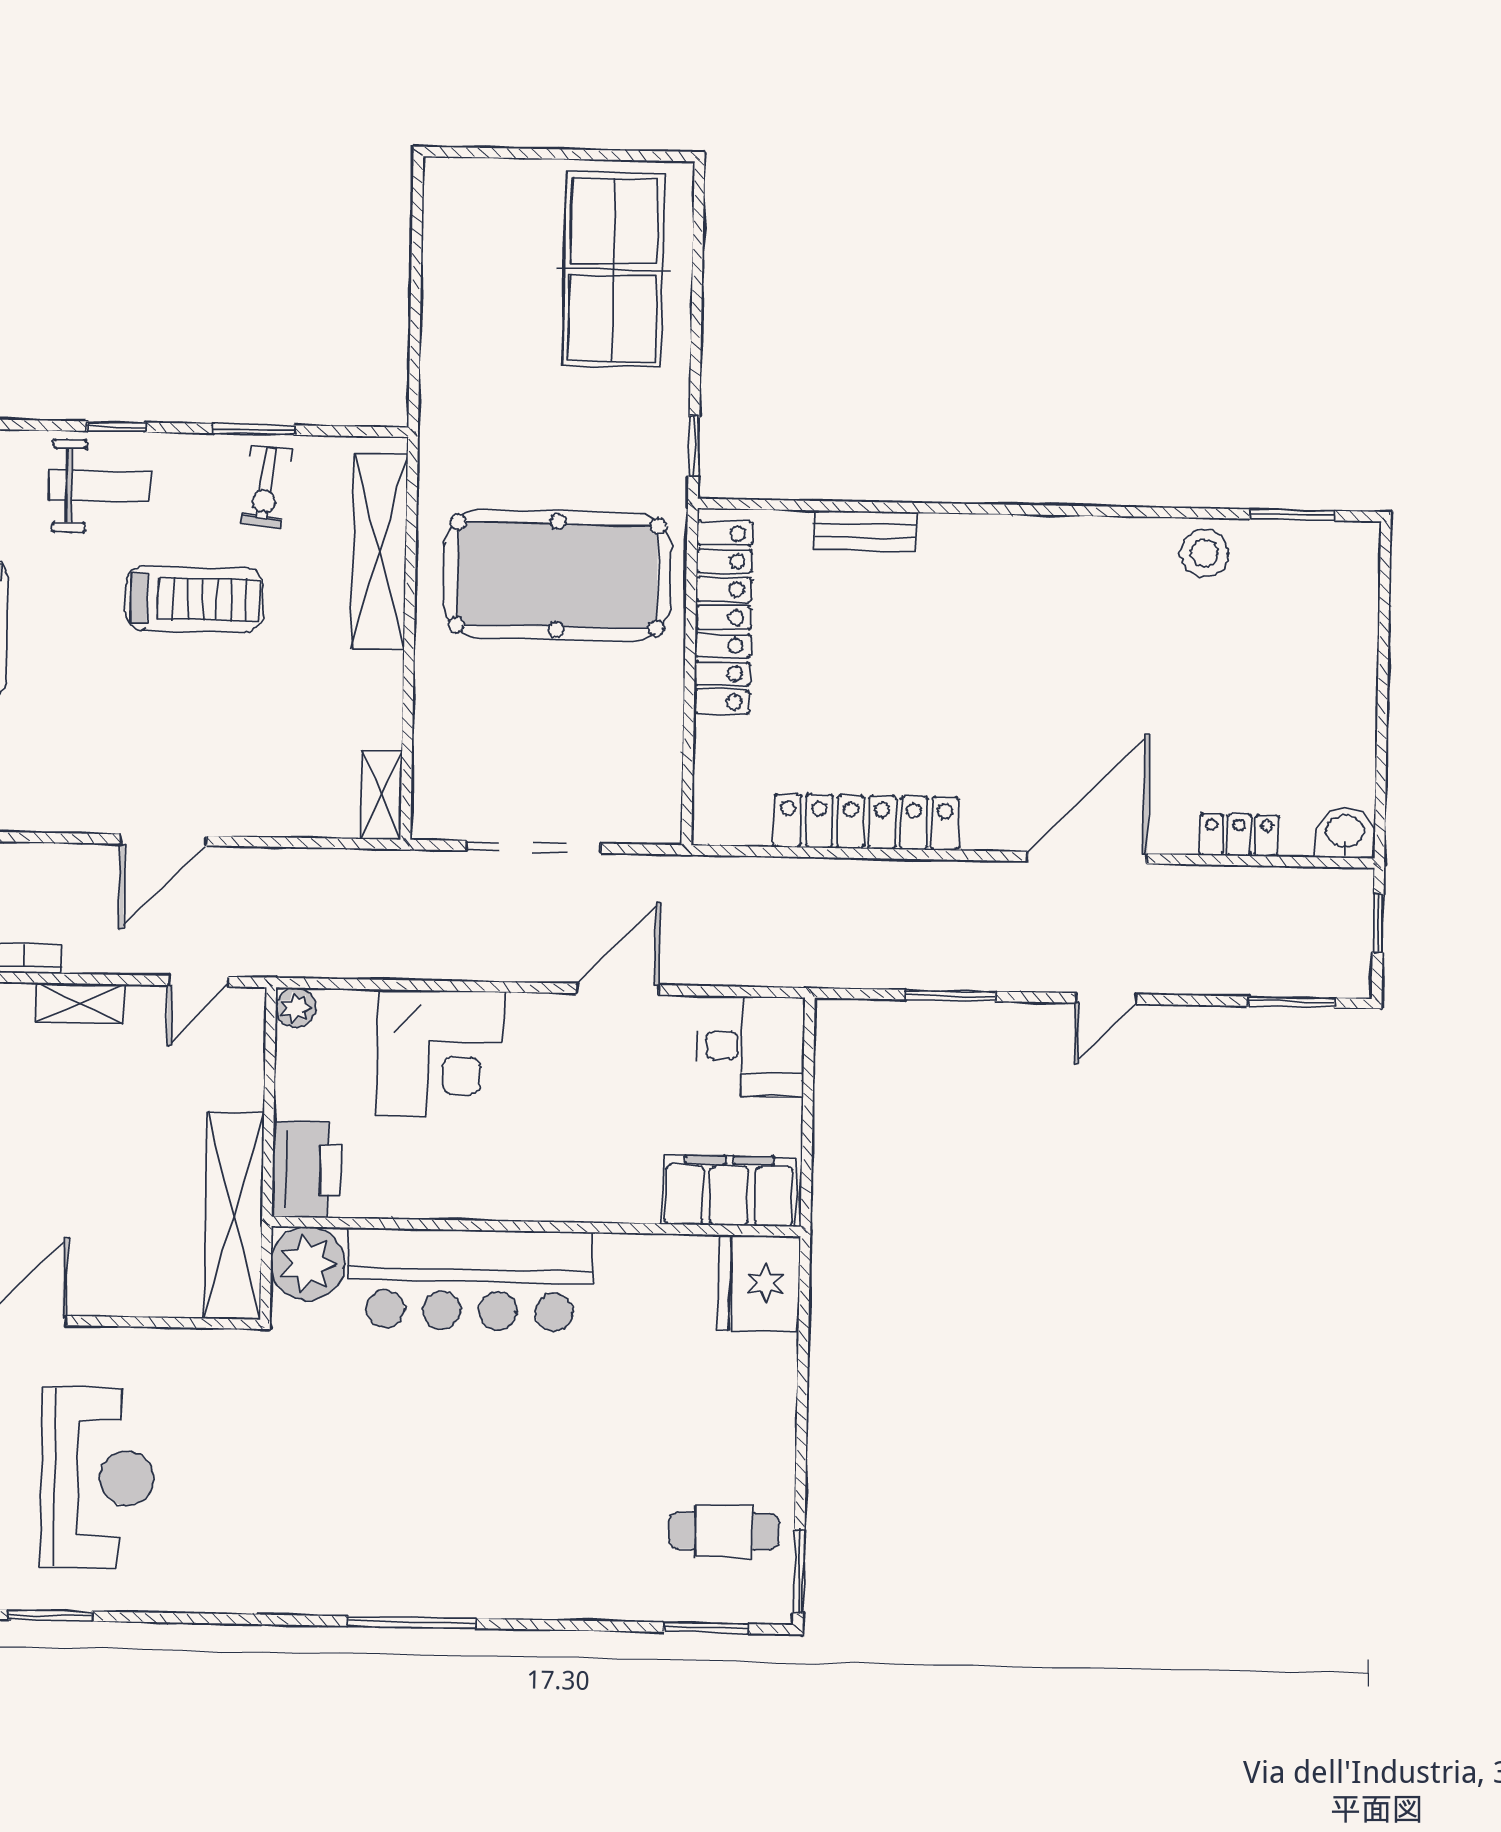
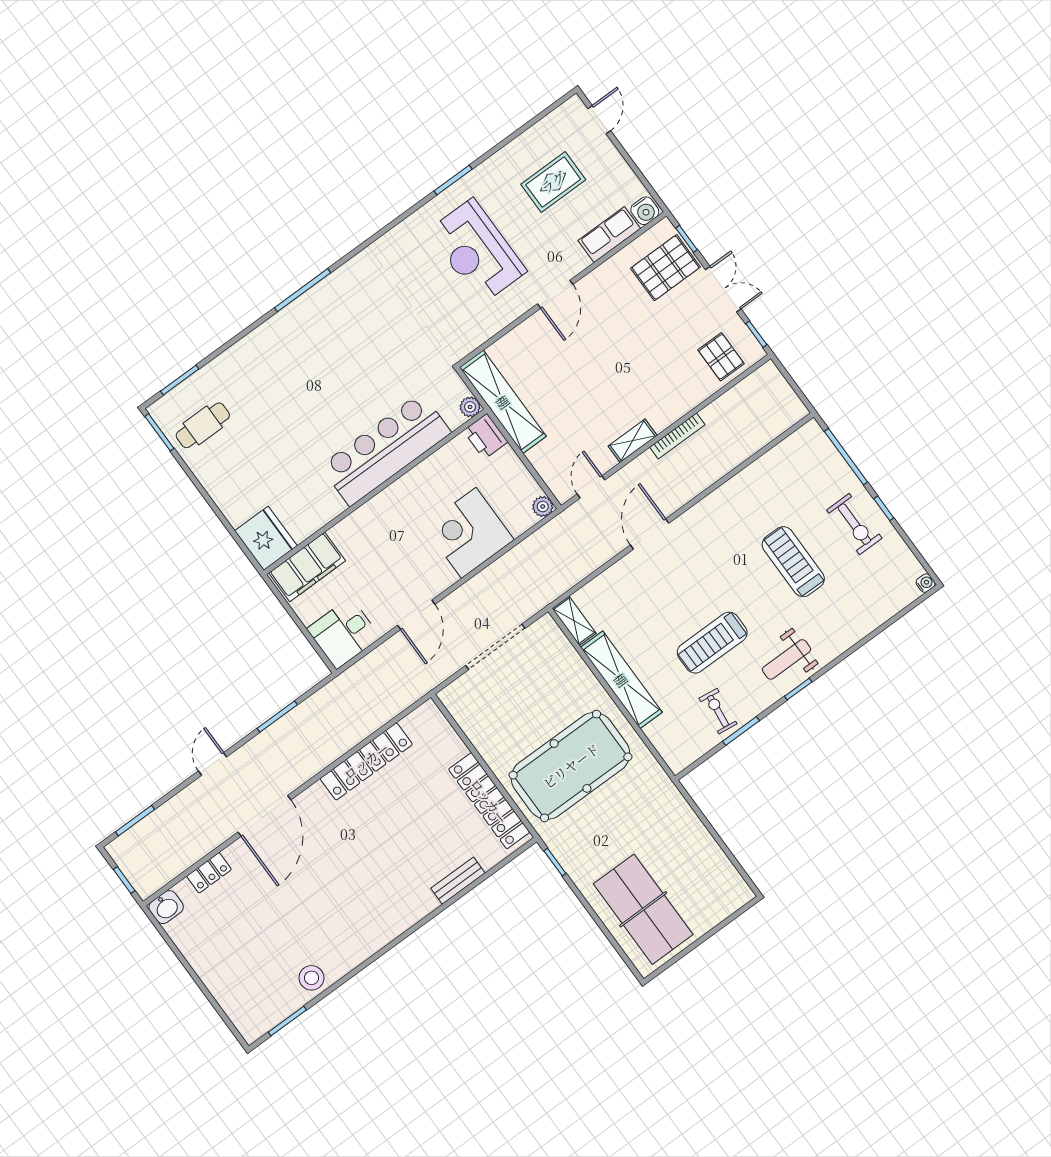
shelving: (380, 552) -> (621, 680), moved
printer: (307, 1170) -> (486, 436), width x0.73, depth x0.84
plant: (308, 1264) -> (470, 407), width x0.53, depth x0.53

